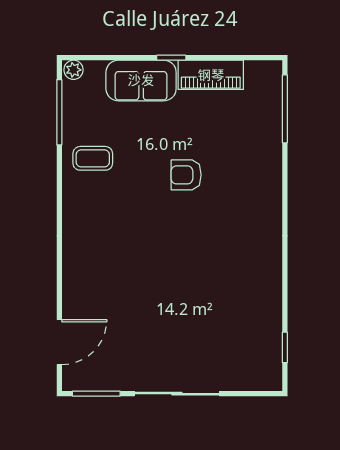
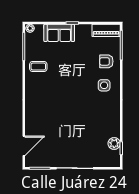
piano: (211, 75) -> (106, 30), moved
armchair: (186, 175) -> (106, 61), moved
side table: (245, 202) -> (104, 85), added
plant: (268, 336) -> (114, 144), added

